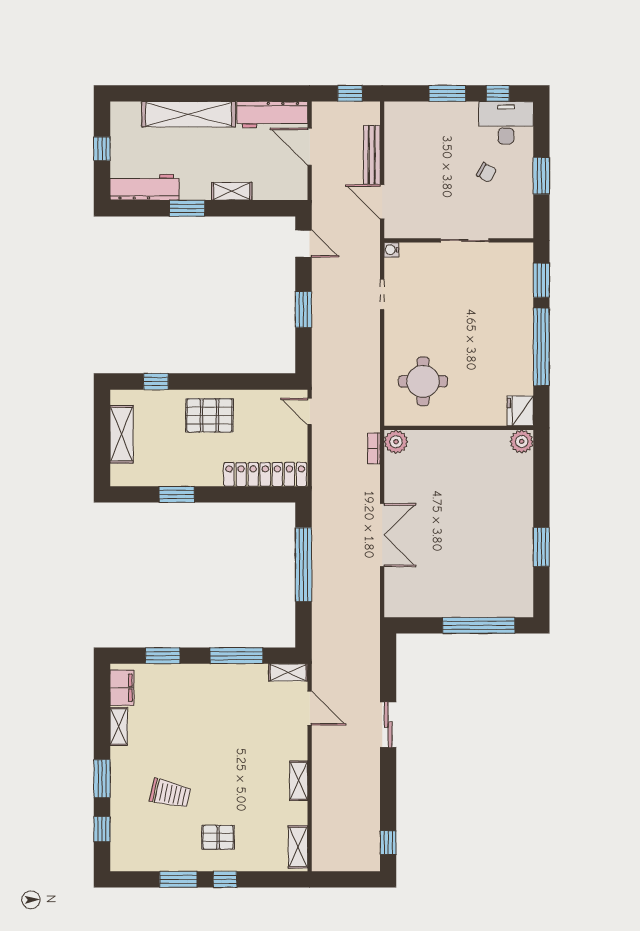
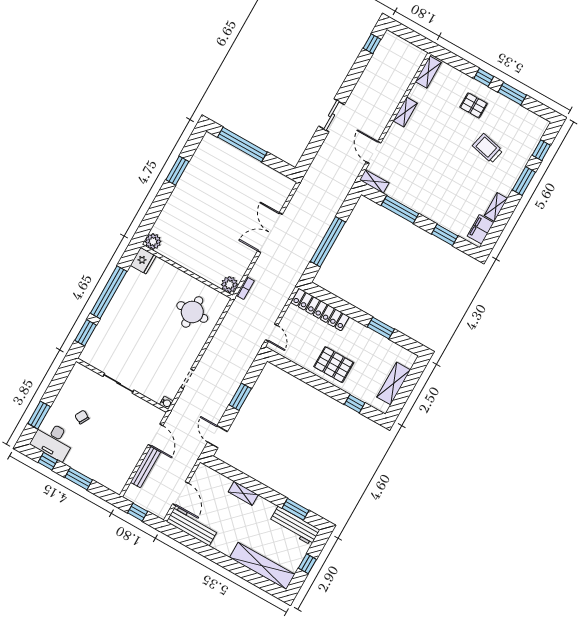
shelving: (189, 114) -> (262, 566), moved
window: (541, 176) -> (39, 415), moved
window: (187, 208) -> (296, 509), moved

